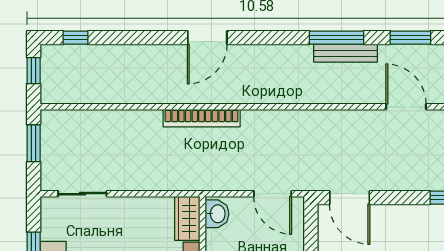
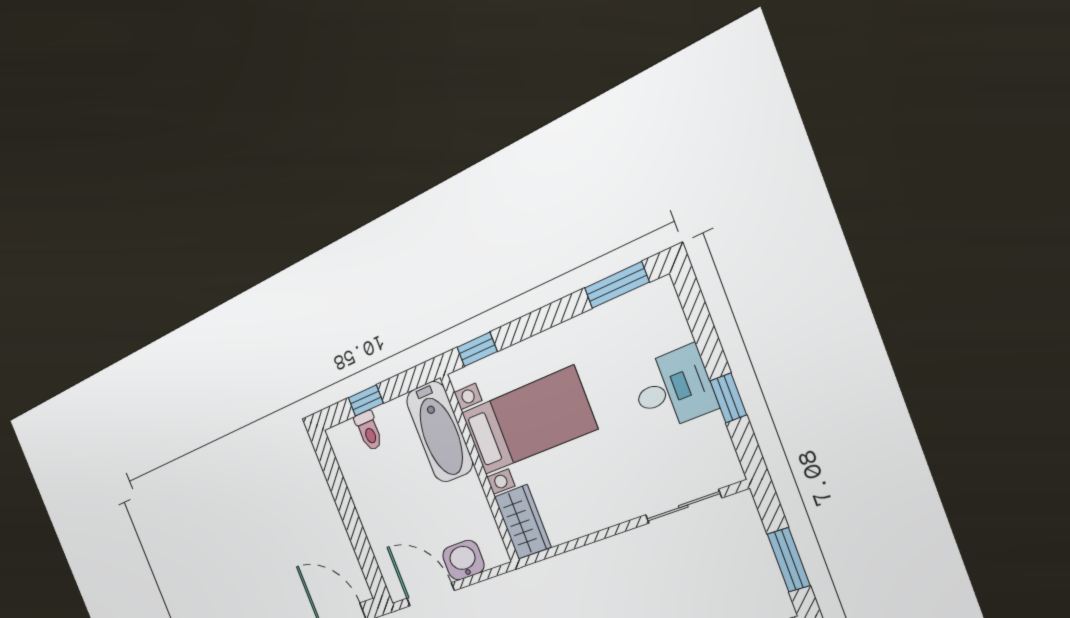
washbasin: (217, 214) -> (463, 560), moved, turned 90

